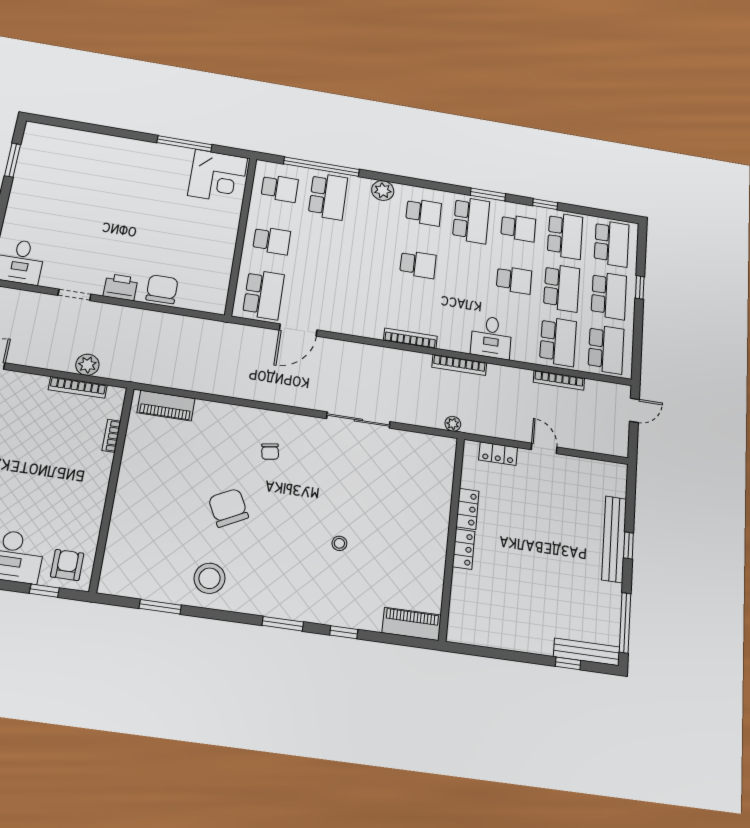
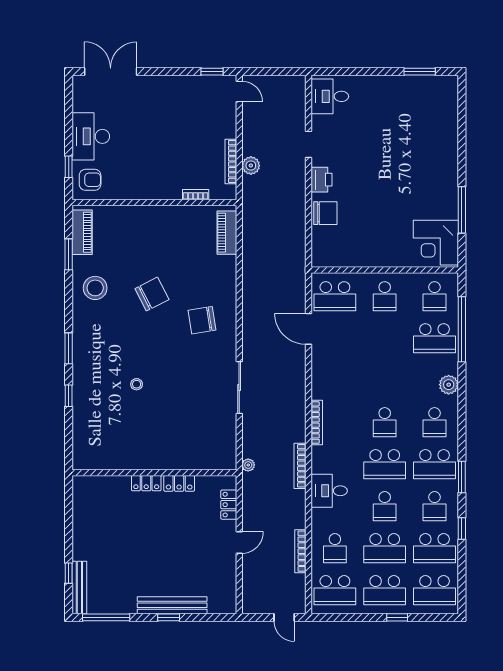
school desk: (466, 272) -> (385, 464), added
school desk: (558, 341) -> (335, 548), width x0.54
chair: (270, 452) -> (202, 320), width x1.87, depth x1.87
piano: (412, 624) -> (82, 232), moved

